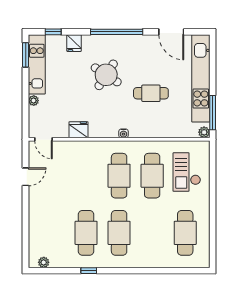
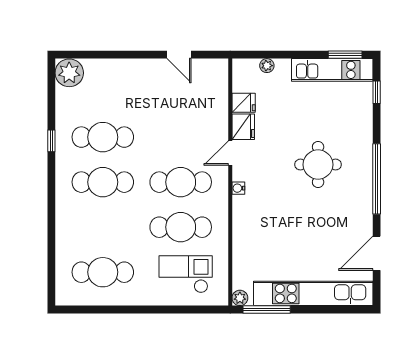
fridge: (74, 43) -> (244, 103), moved, turned 180
round table: (106, 75) -> (318, 165), turned -33
cafe table: (151, 93) -> (293, 226), removed
plant: (34, 101) -> (267, 66), moved
door: (44, 139) -> (230, 153), moved
plant: (44, 262) -> (69, 73), width x1.88, depth x1.88

